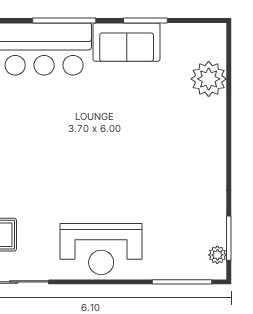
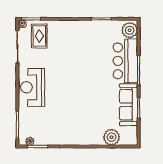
sofa: (127, 42) -> (129, 105), width x1.36

